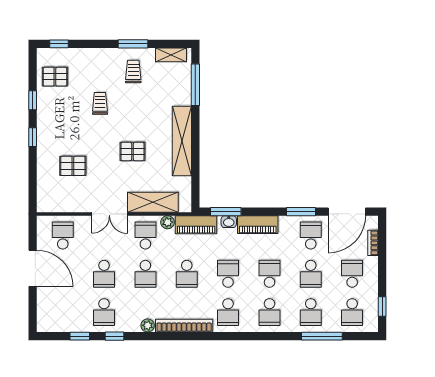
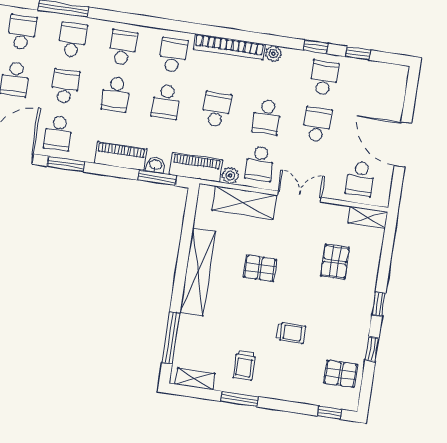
trolley: (100, 103) -> (291, 333), turned -90
pallet: (73, 166) -> (335, 262), turned 90
shelving: (52, 205) -> (368, 217), added
school desk: (145, 274) -> (267, 117), turned 180

